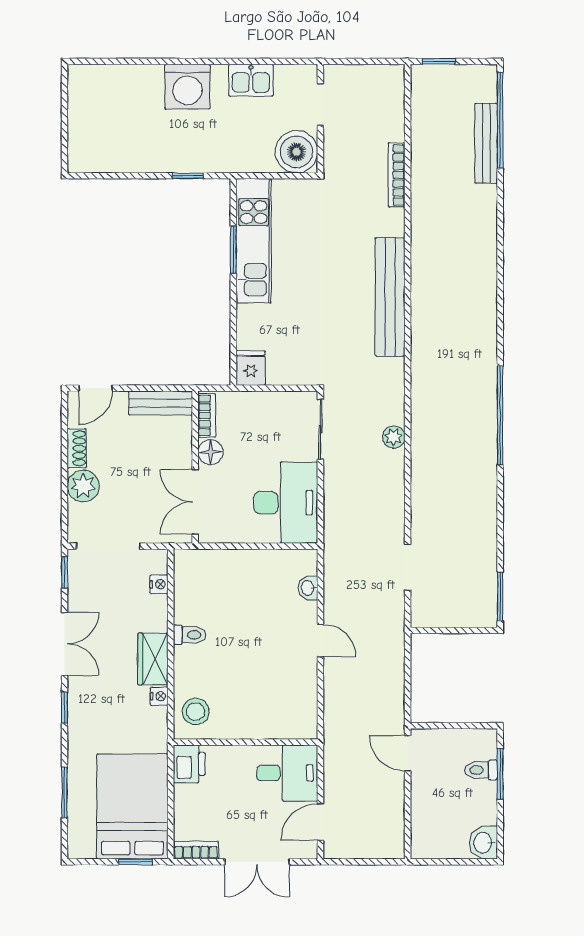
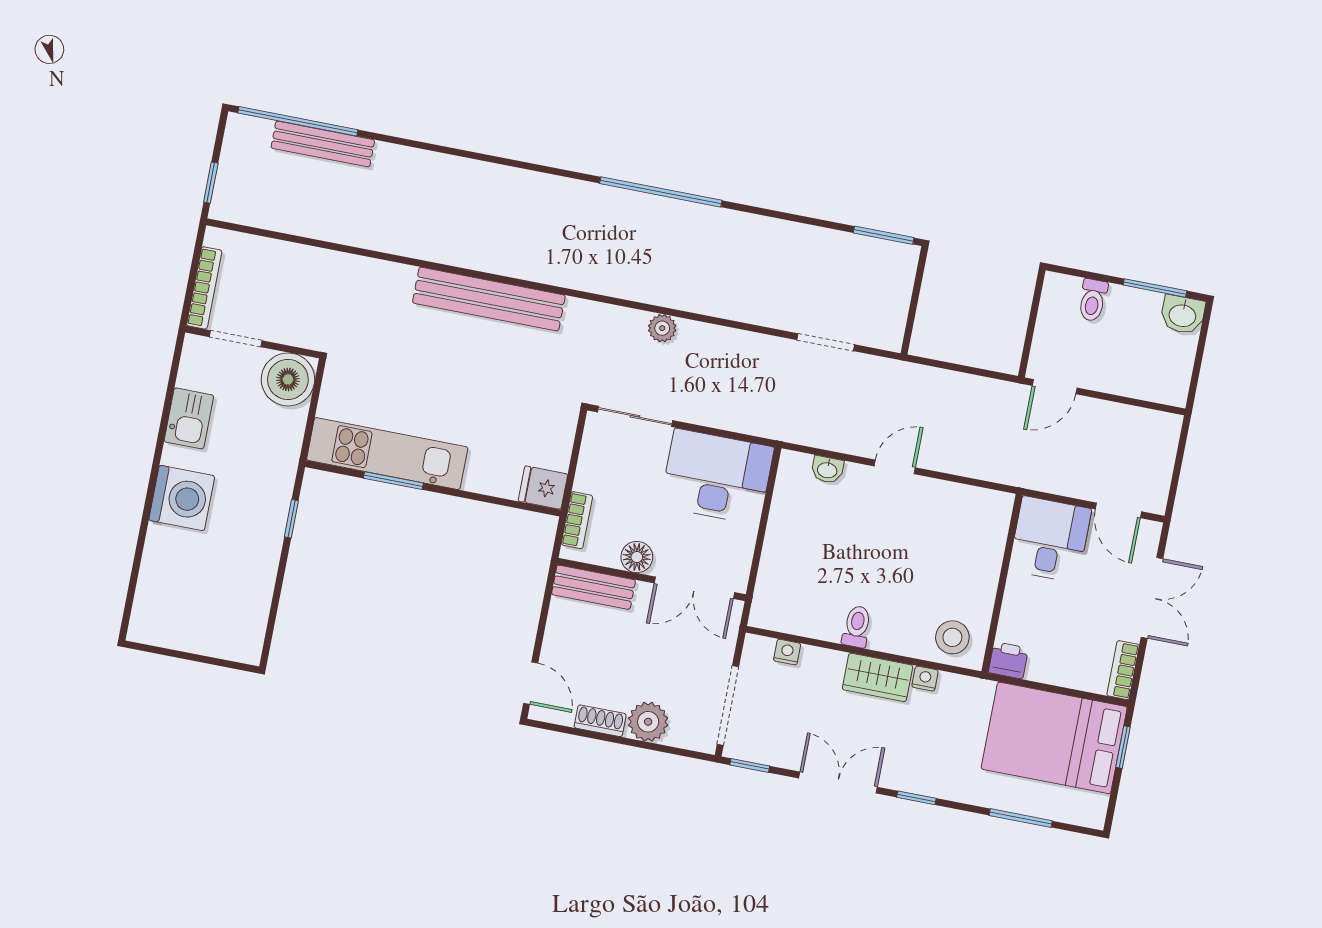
bookcase: (397, 175) -> (204, 288), moved, turned -90
bench: (161, 403) -> (594, 587), moved, turned 90
bookcase: (207, 415) -> (577, 520), moved, turned 90
printer: (189, 764) -> (1008, 660), width x0.73, depth x0.81
window: (500, 774) -> (1155, 288), moved

